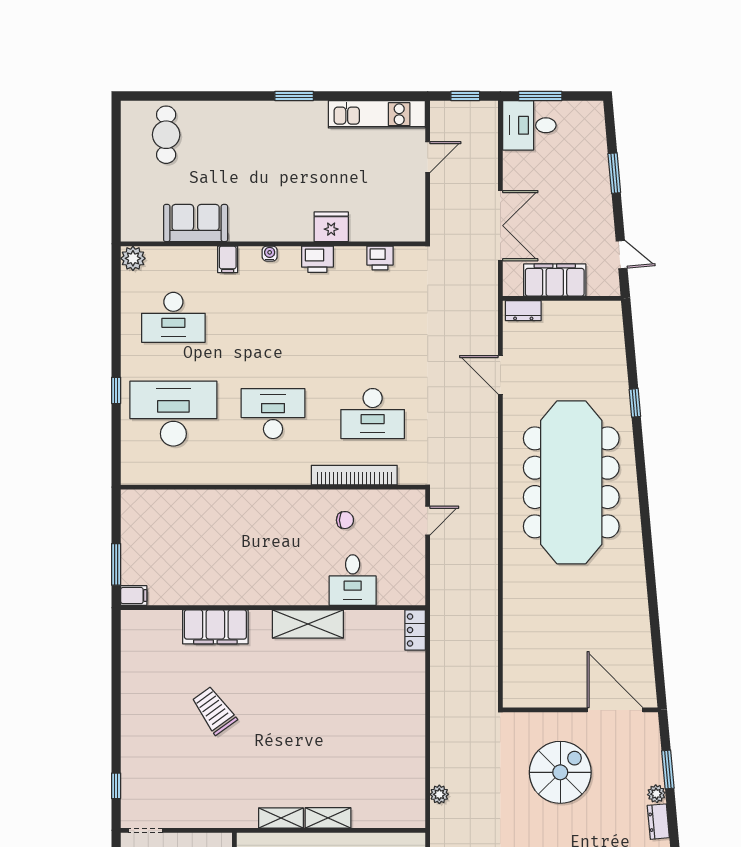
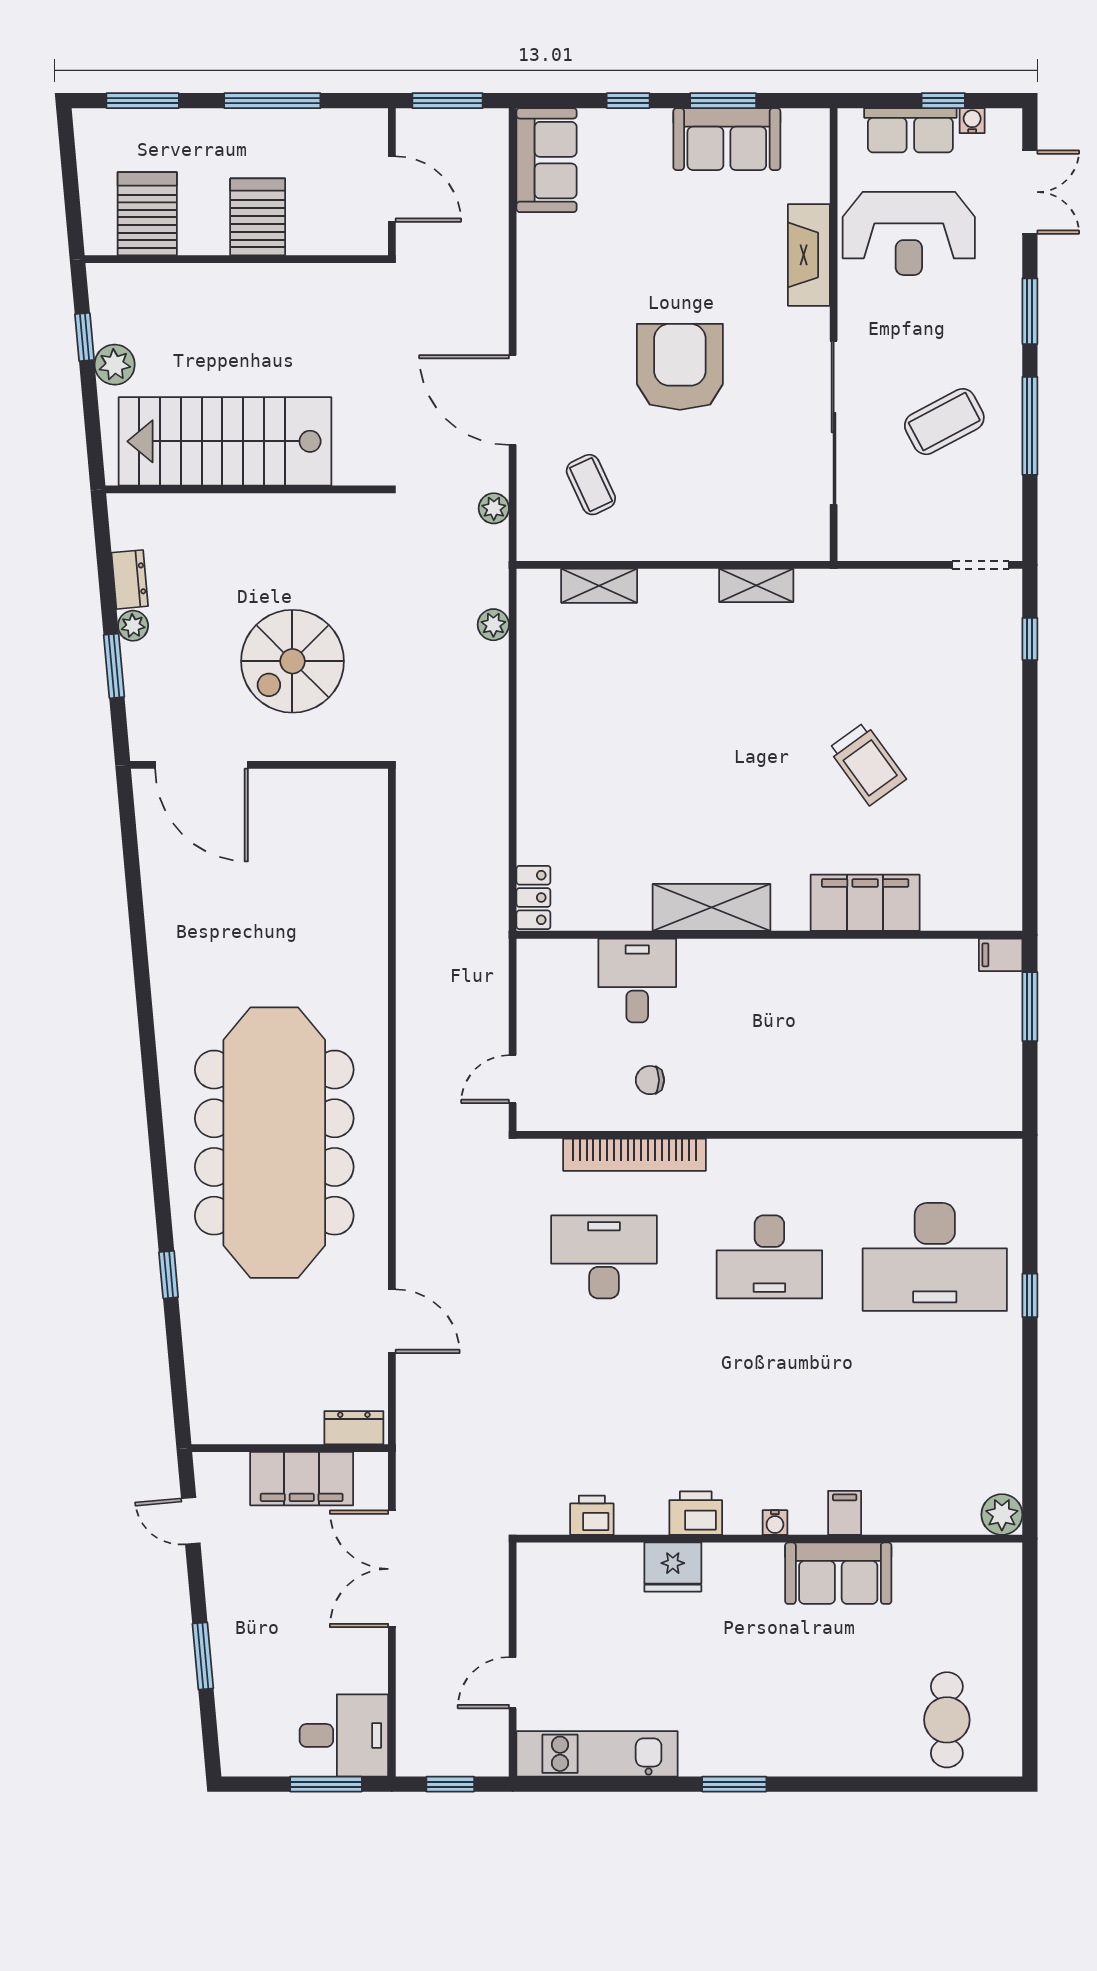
sofa: (196, 223) -> (838, 1573), moved
desk: (173, 317) -> (935, 1417), removed
shelving: (328, 818) -> (599, 586), moved

